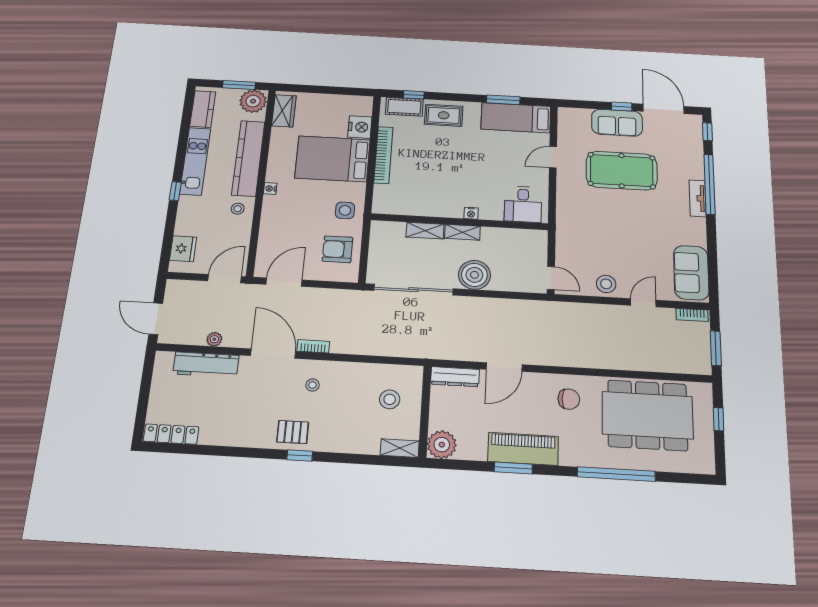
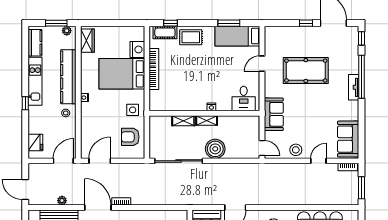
plant: (253, 101) -> (67, 31), width x0.53, depth x0.53
sofa: (617, 123) -> (274, 114), moved, turned -90

